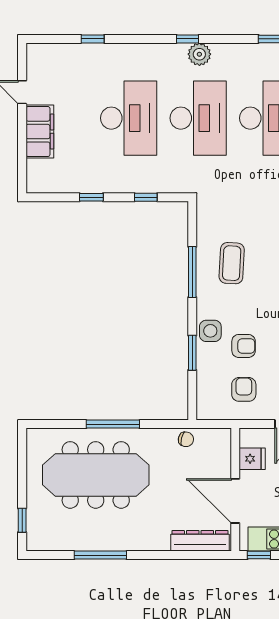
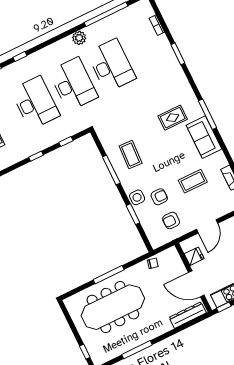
window: (188, 39) -> (20, 57), moved
plant: (199, 54) -> (79, 38), moved
armchair: (244, 389) -> (171, 220), turned -90

